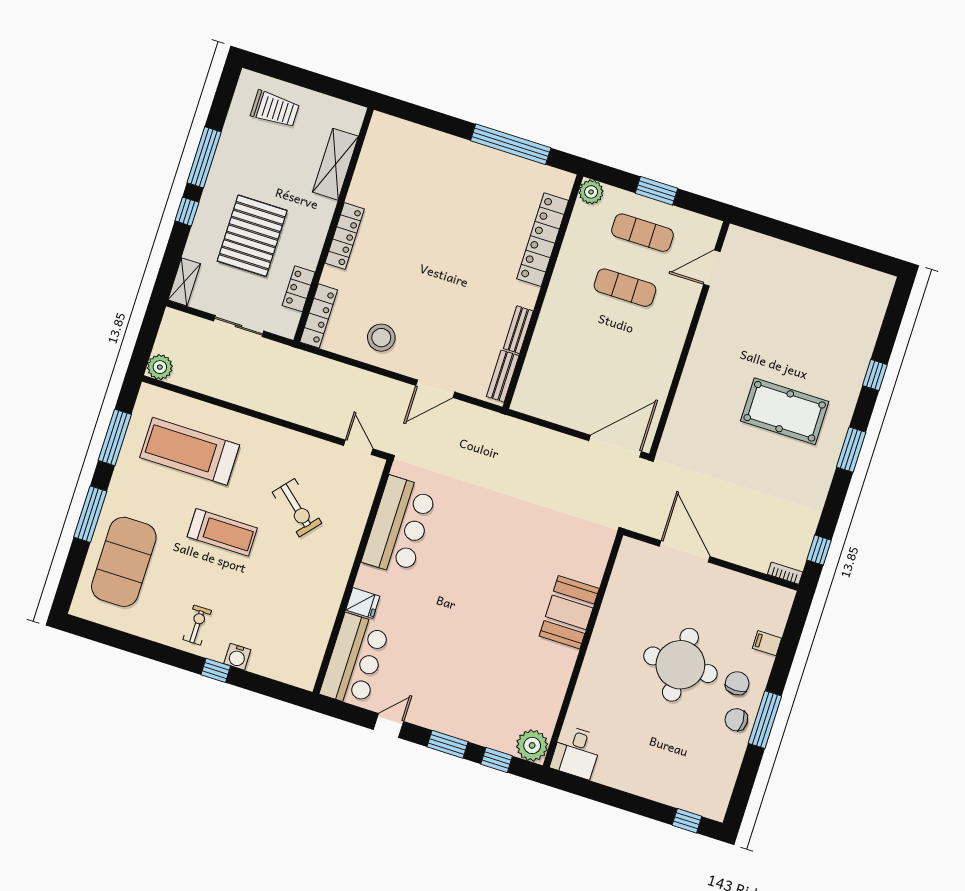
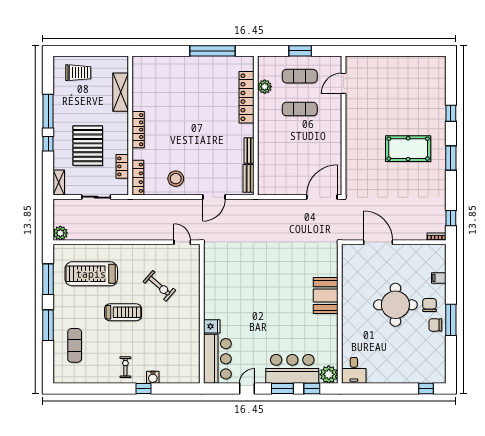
plant: (591, 192) -> (265, 87), moved
bar counter: (399, 526) -> (292, 369), moved, turned -90
exercise mat: (124, 562) -> (75, 345), width x0.50, depth x0.69

